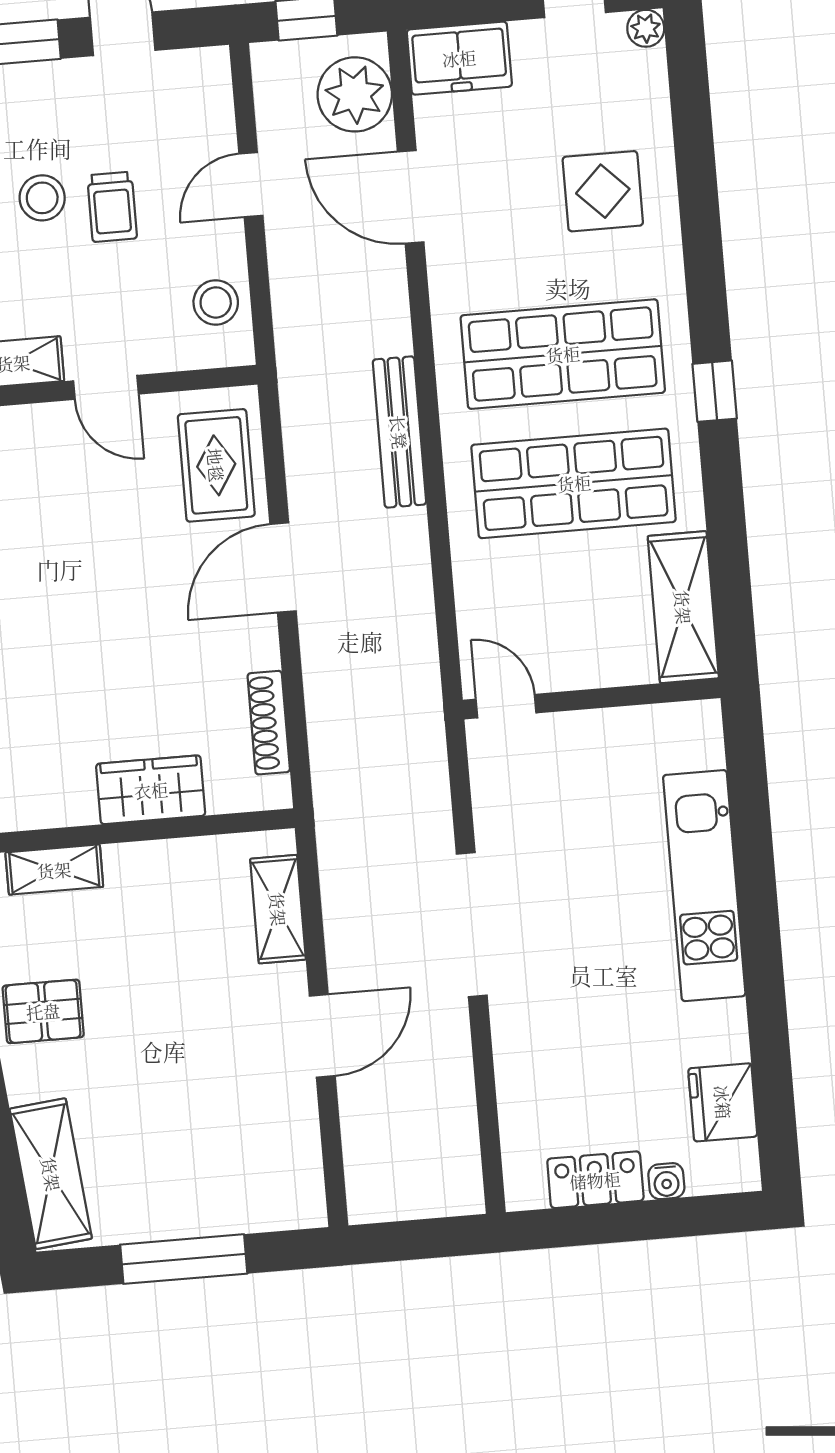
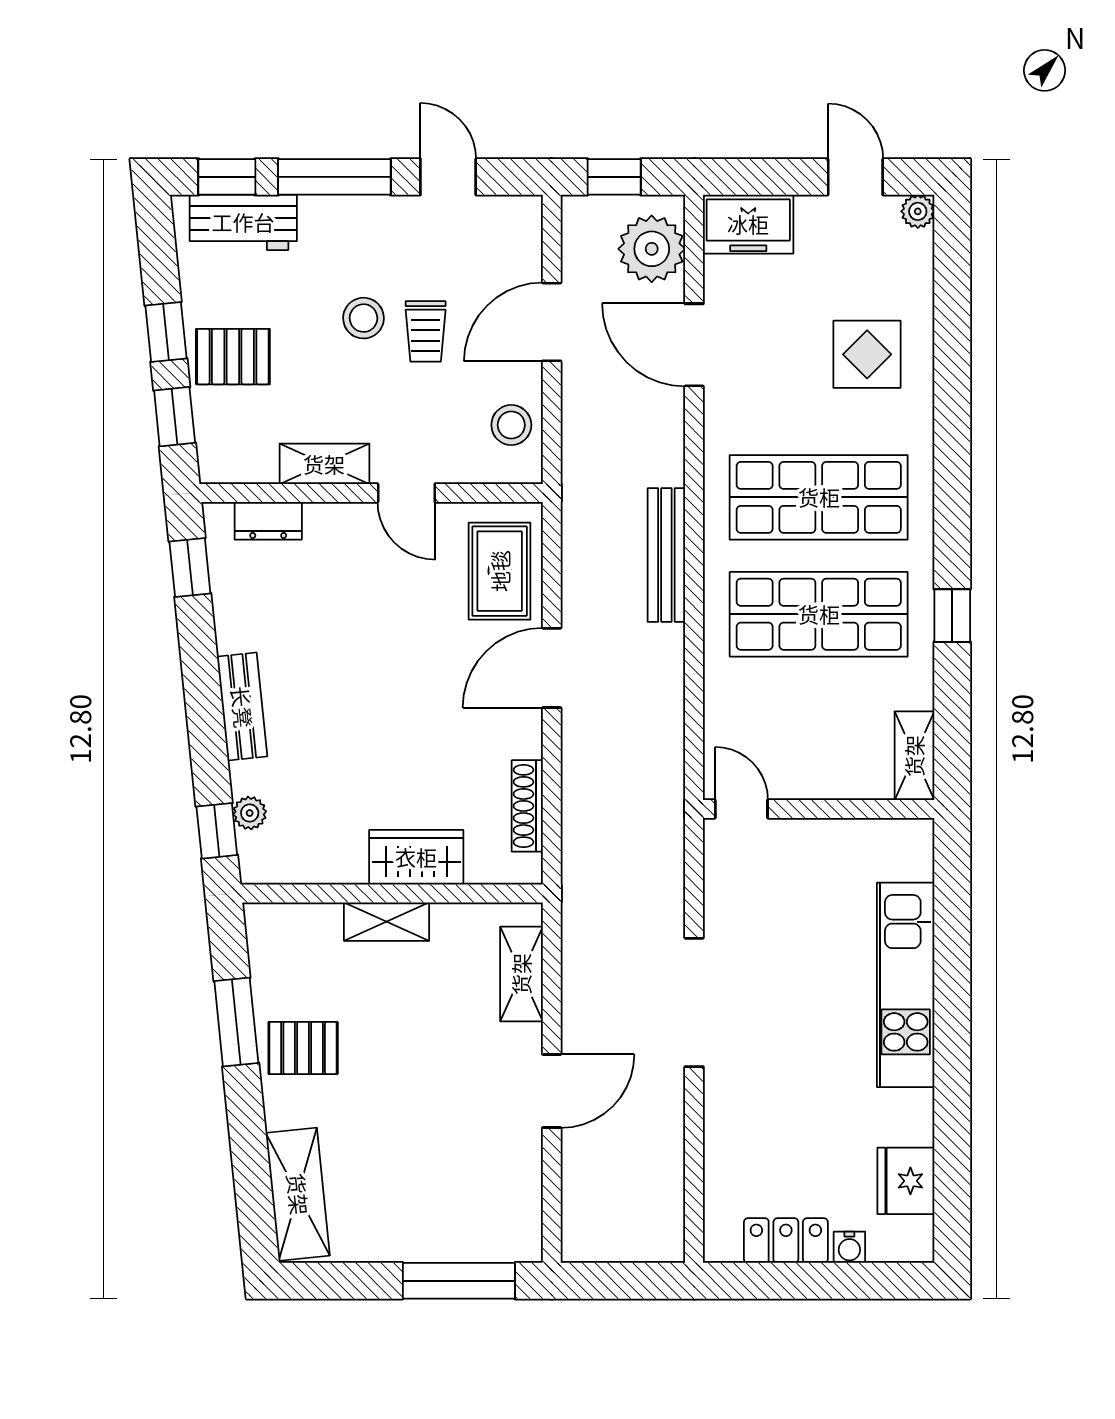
door: (251, 185) -> (552, 322), width x1.38
window: (715, 391) -> (952, 616), moved
shelving: (683, 607) -> (914, 756), width x0.67, depth x0.75
shelving: (54, 870) -> (387, 922), moved
window: (184, 1259) -> (459, 1281), moved

